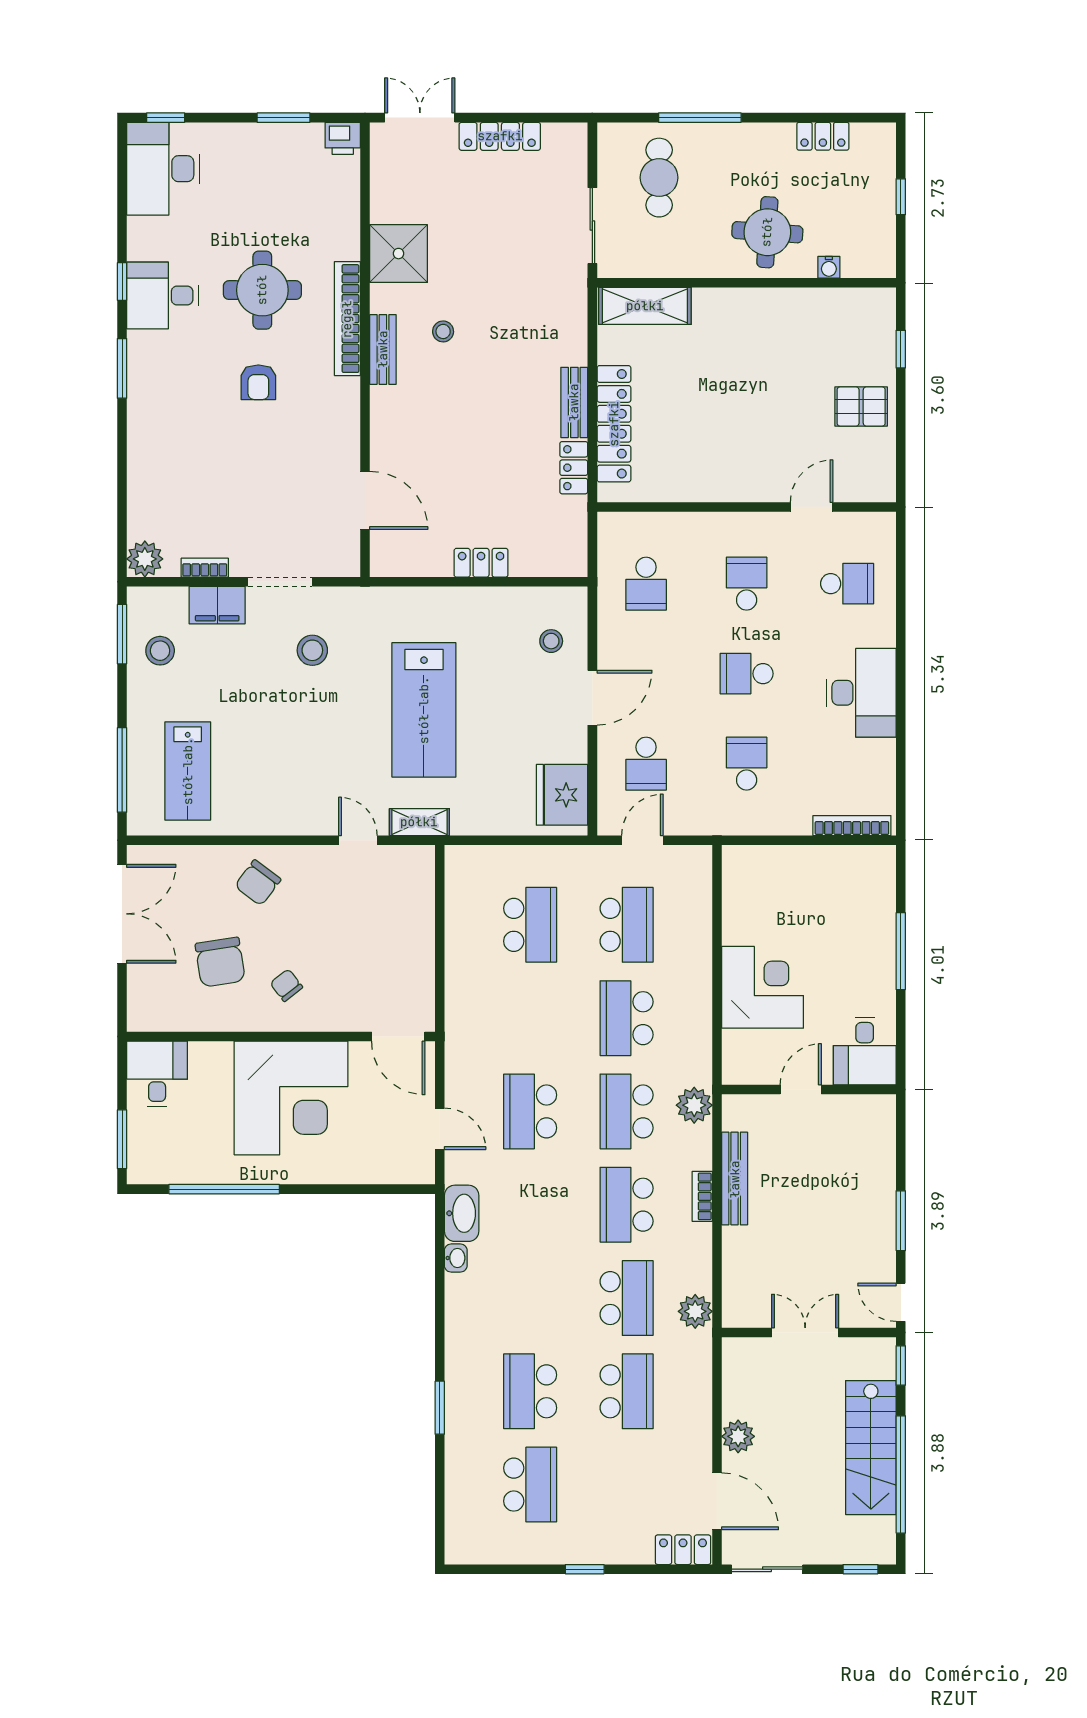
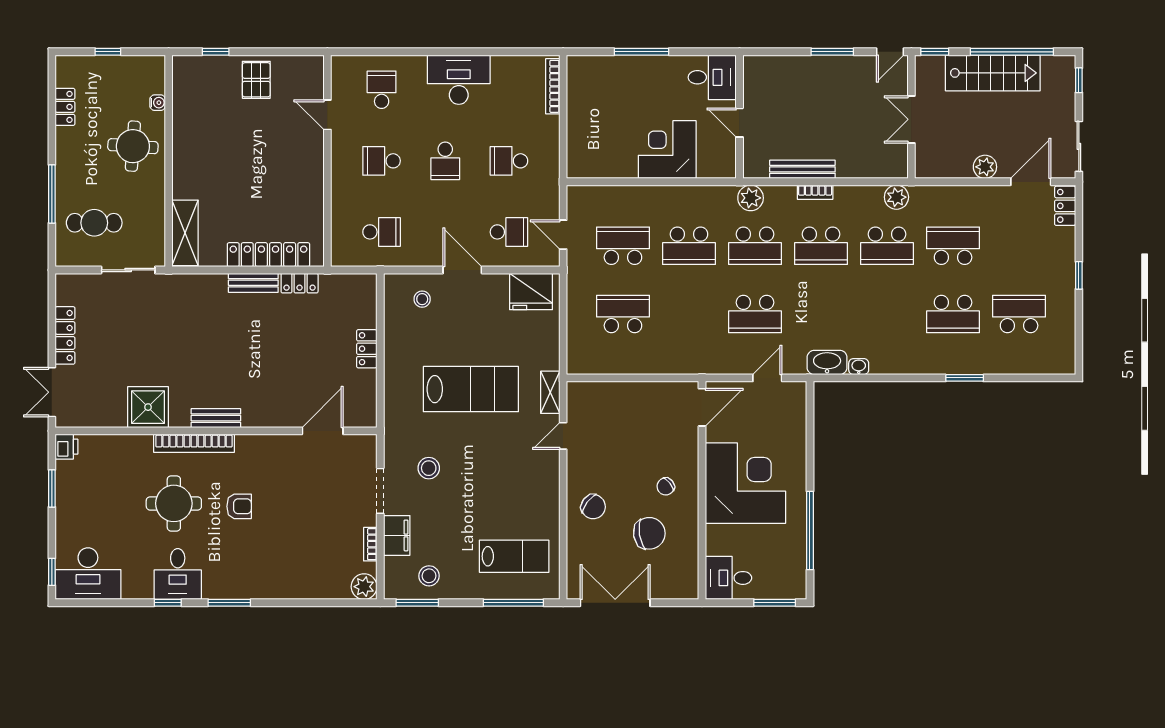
stool: (443, 331) -> (203, 376), removed
school desk: (627, 1298) -> (887, 246), turned 180

